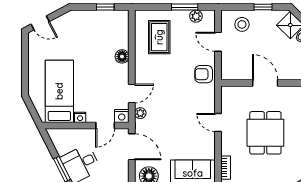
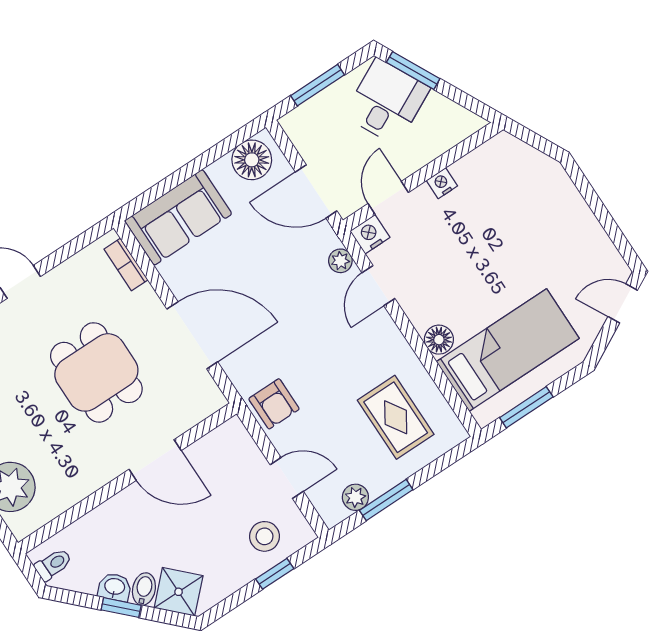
window: (105, 7) -> (526, 407), width x1.50
window: (263, 7) -> (275, 574), moved
armchair: (204, 74) -> (274, 404), turned 90
bed: (59, 91) -> (508, 350), moved, turned -90
door: (218, 122) -> (192, 335), width x1.87

